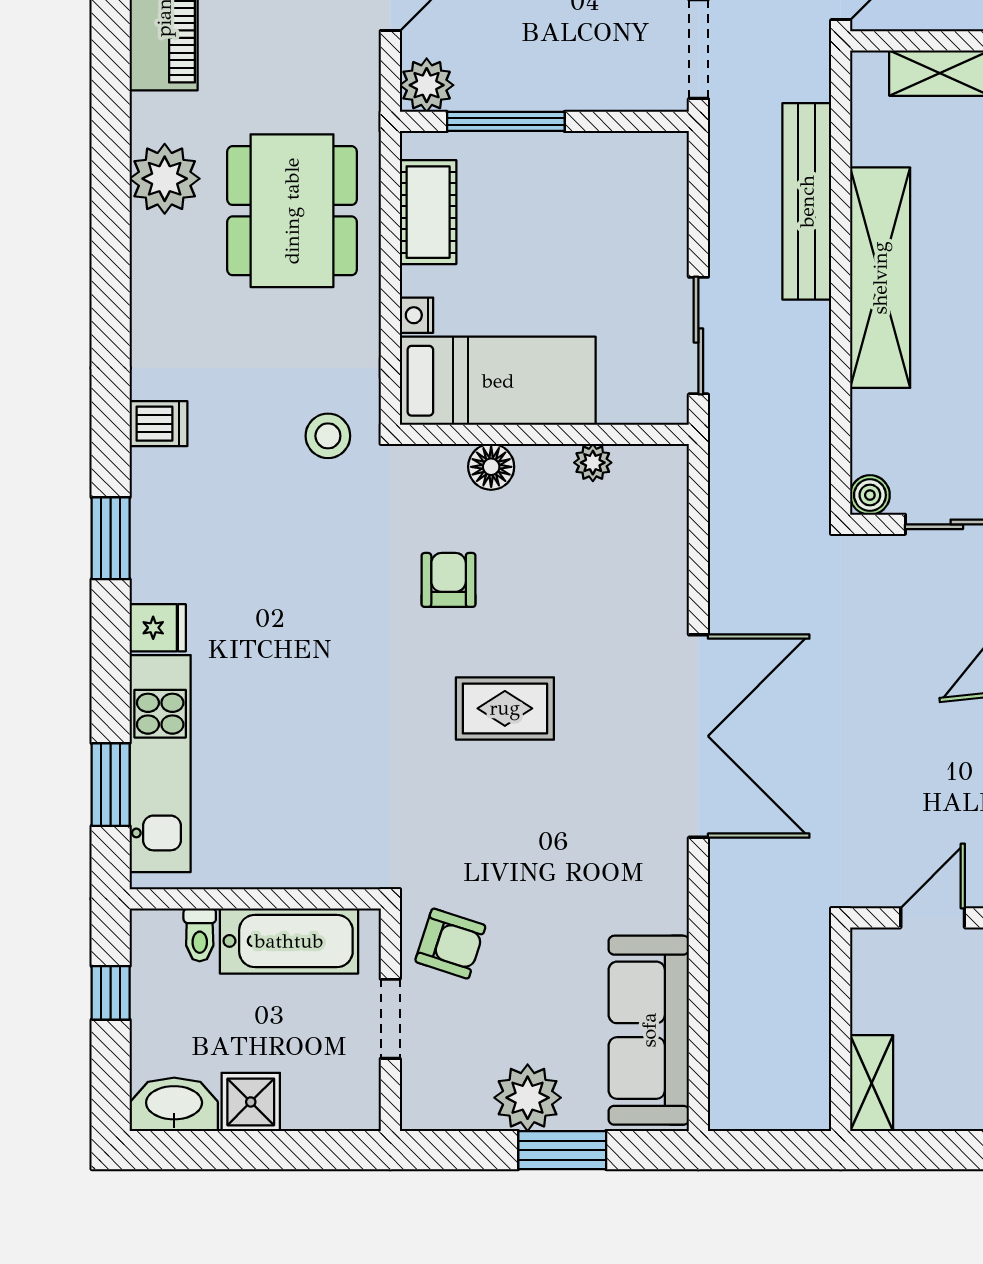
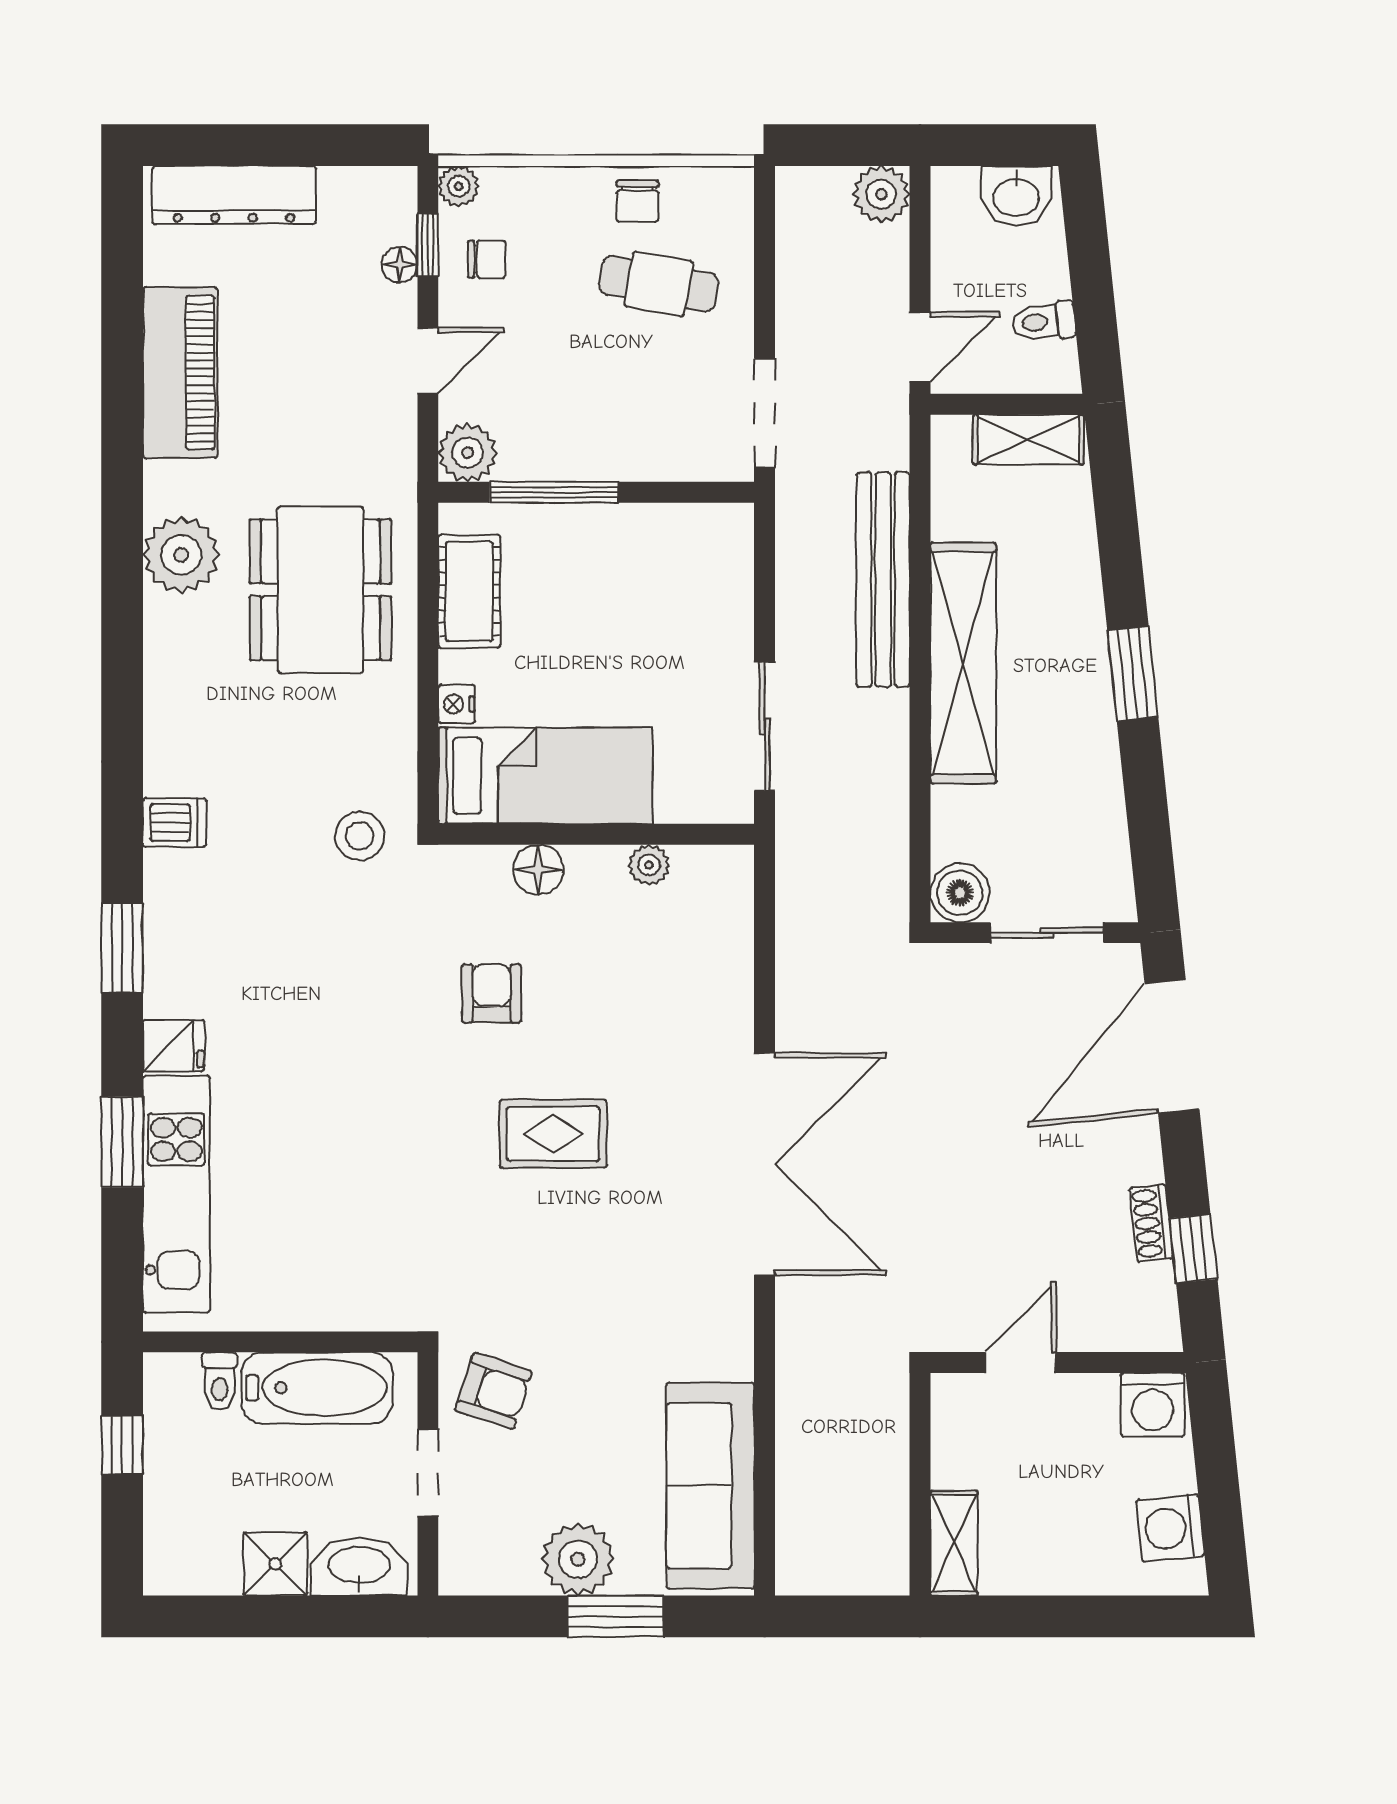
boiler: (870, 495) -> (960, 893), width x1.36, depth x1.36
window: (111, 785) -> (122, 1142), moved
washbasin: (174, 1104) -> (359, 1566), moved

